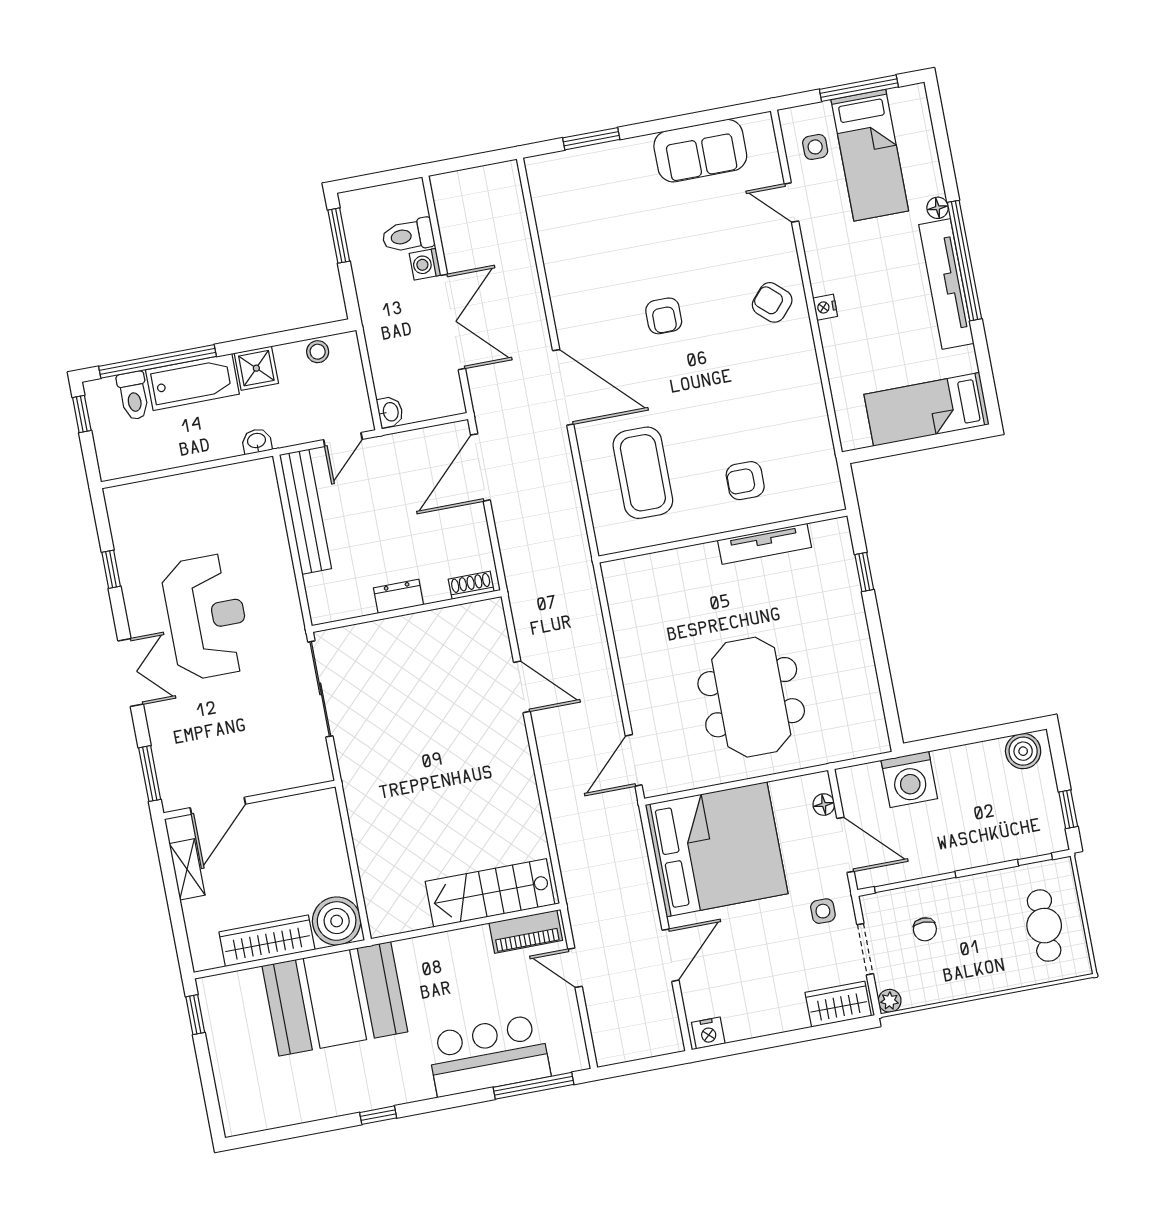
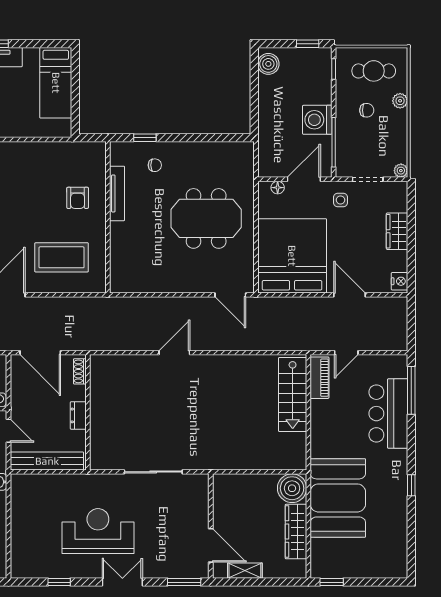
shoe rack: (471, 585) -> (80, 371), moved
dresser: (398, 596) -> (78, 415), moved
chair: (822, 597) -> (155, 165), added
wall: (407, 611) -> (88, 412), moved
washing machine: (909, 779) -> (317, 120), moved, turned 180
chair: (925, 929) -> (367, 110), moved
plant: (1004, 978) -> (400, 101), added
wardrobe: (838, 1004) -> (397, 231), moved

